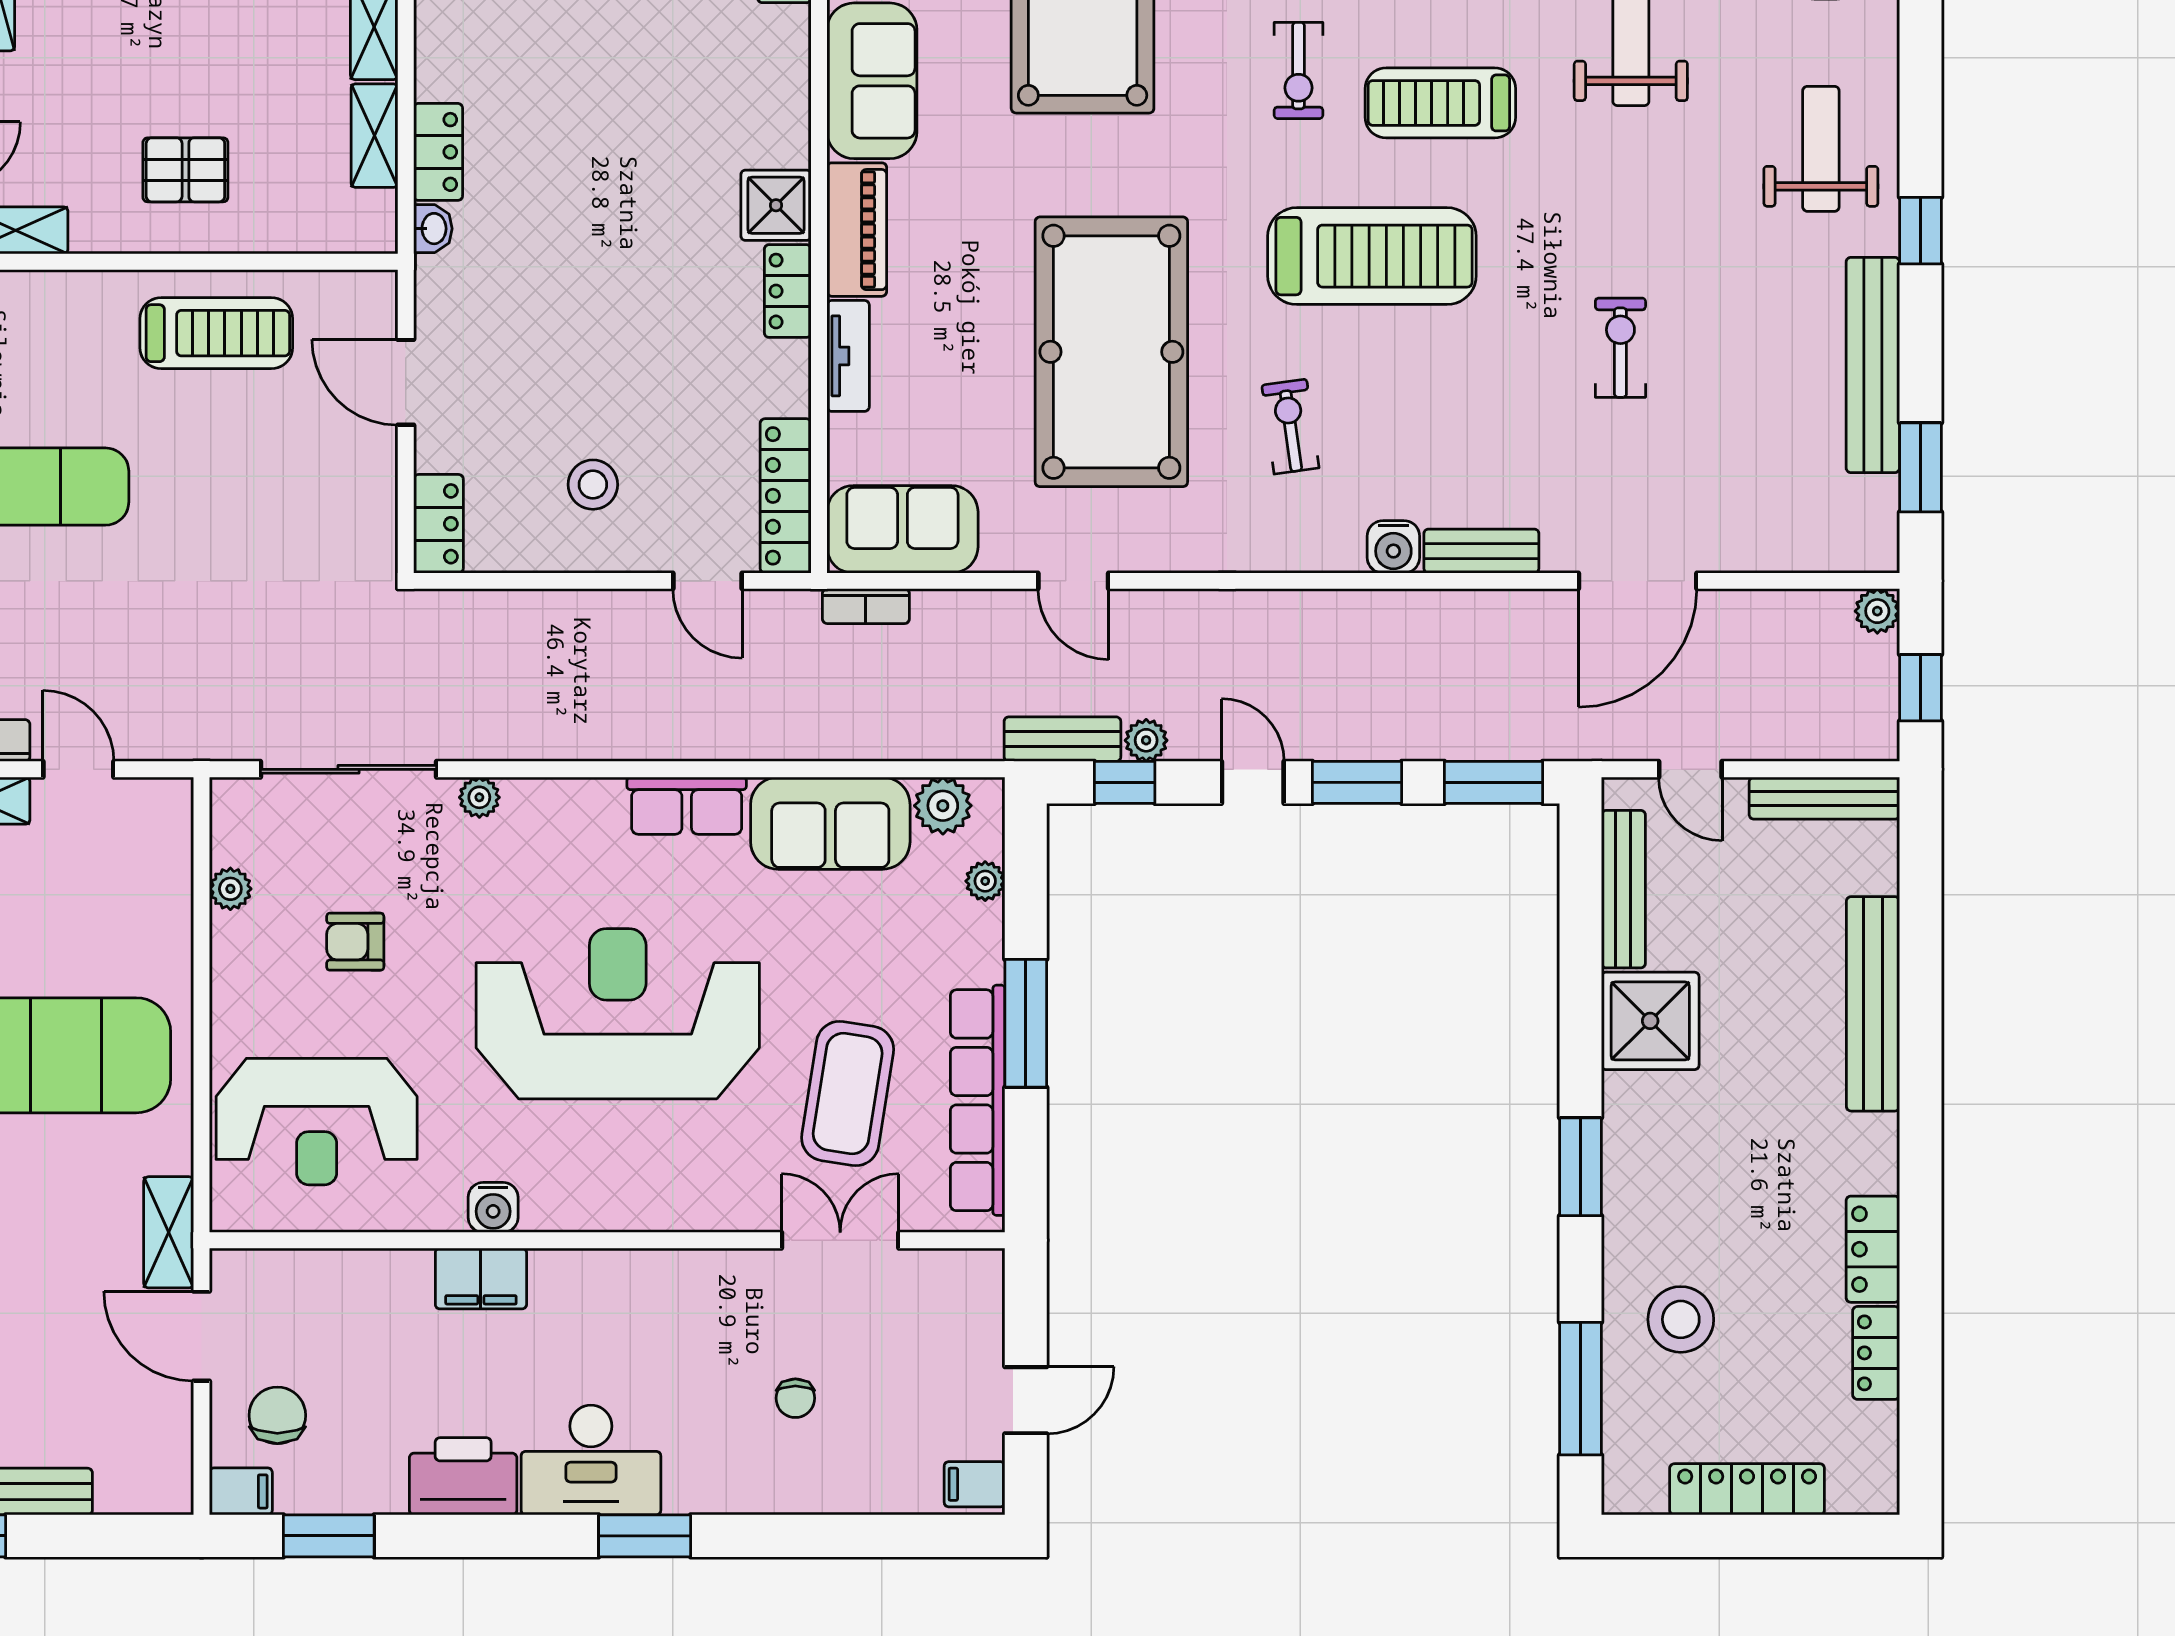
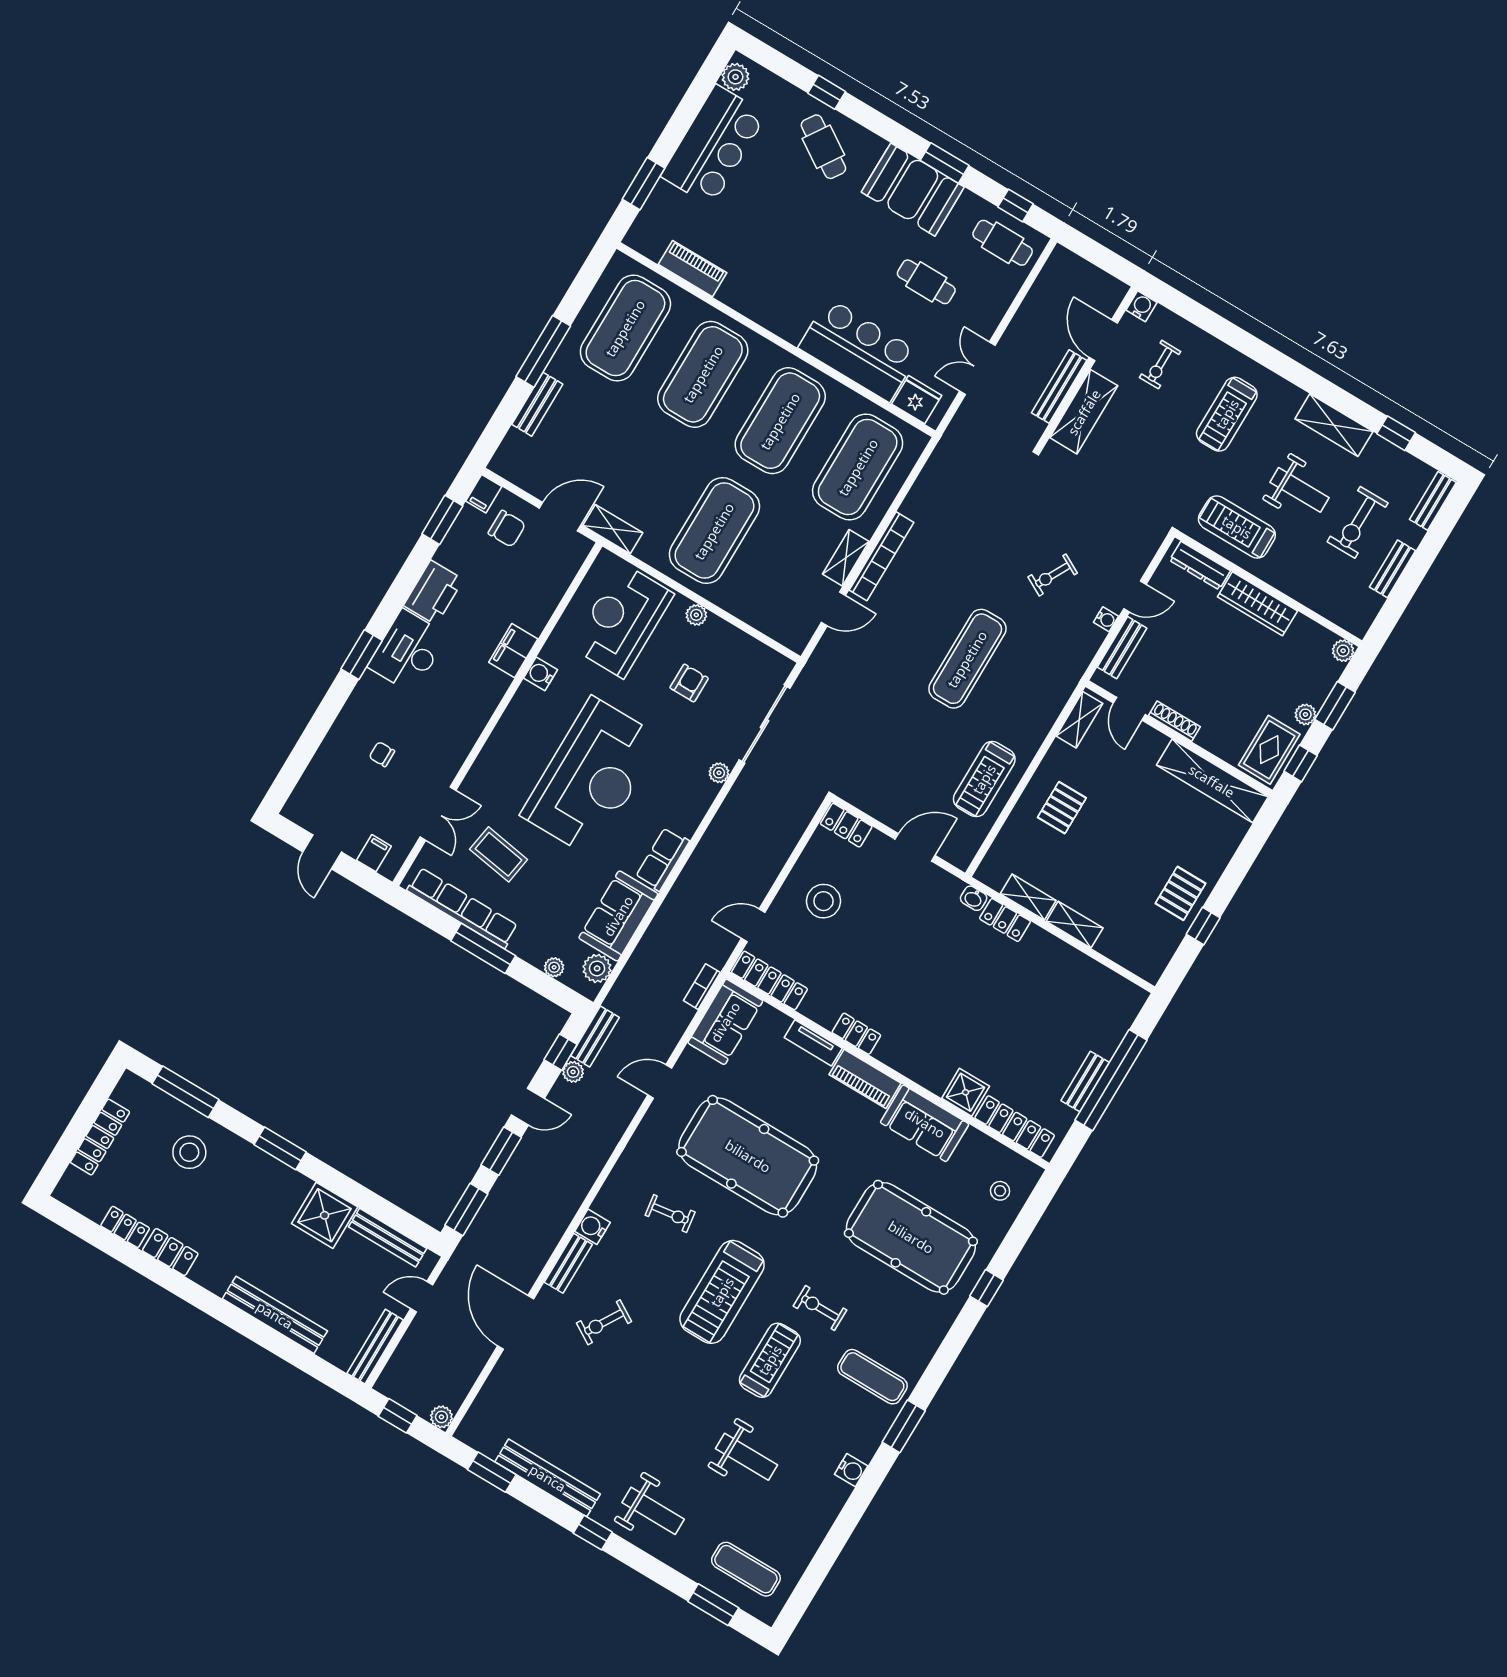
shower: (776, 205) -> (966, 1092), moved
exercise bike: (1620, 348) -> (604, 1322), moved, turned 121
stool: (593, 485) -> (823, 901), width x1.38, depth x1.38
plant: (230, 889) -> (696, 615), moved
coffee table: (848, 1094) -> (499, 854), width x0.73, depth x0.76
filing cabinet: (975, 1484) -> (374, 853), moved

